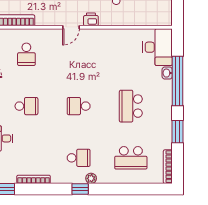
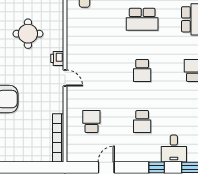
school desk: (26, 54) -> (91, 122), turned -90
school desk: (26, 106) -> (142, 122), turned 180

